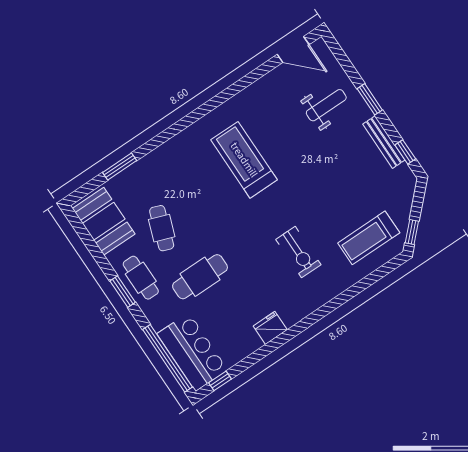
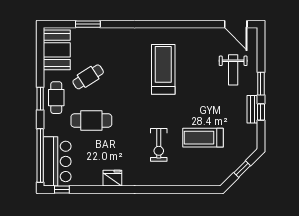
weight bench: (326, 105) -> (233, 70), turned 90
bench: (384, 142) -> (252, 109), width x0.73
window: (405, 152) -> (261, 112), moved
cafe table: (162, 228) -> (88, 77), turned 37
window: (412, 232) -> (242, 169), moved
treadmill: (369, 238) -> (203, 138), moved

